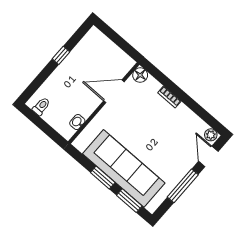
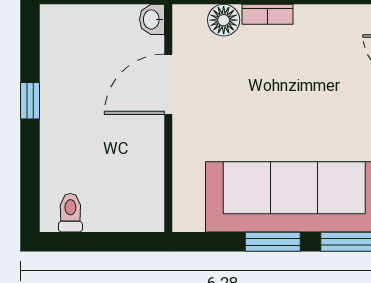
floor lamp: (140, 75) -> (224, 20), moved
washbasin: (77, 122) -> (152, 19), moved

